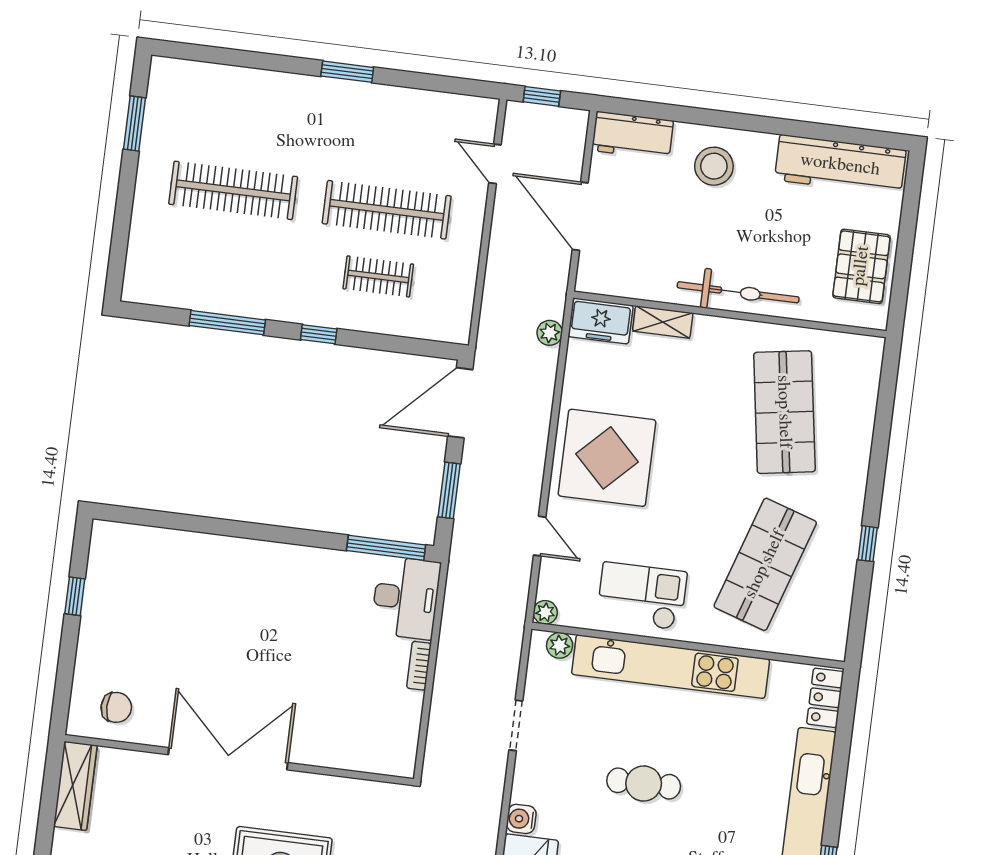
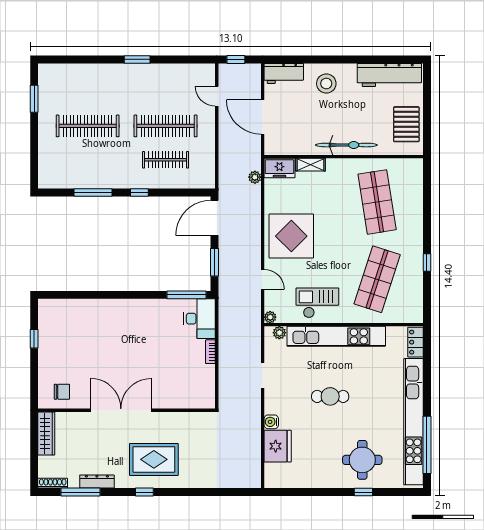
clothes rail: (378, 276) -> (166, 160), width x1.36

